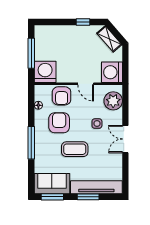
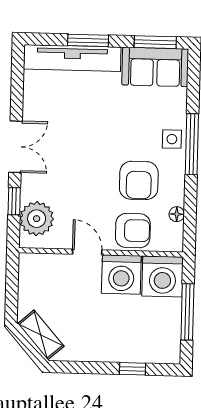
window: (83, 22) -> (133, 369), moved
washing machine: (112, 72) -> (121, 275), moved, turned 90
armchair: (62, 96) -> (133, 231), turned 90
window: (125, 110) -> (14, 201), added
side table: (97, 124) -> (172, 139), moved
coffee table: (75, 149) -> (111, 130), removed

